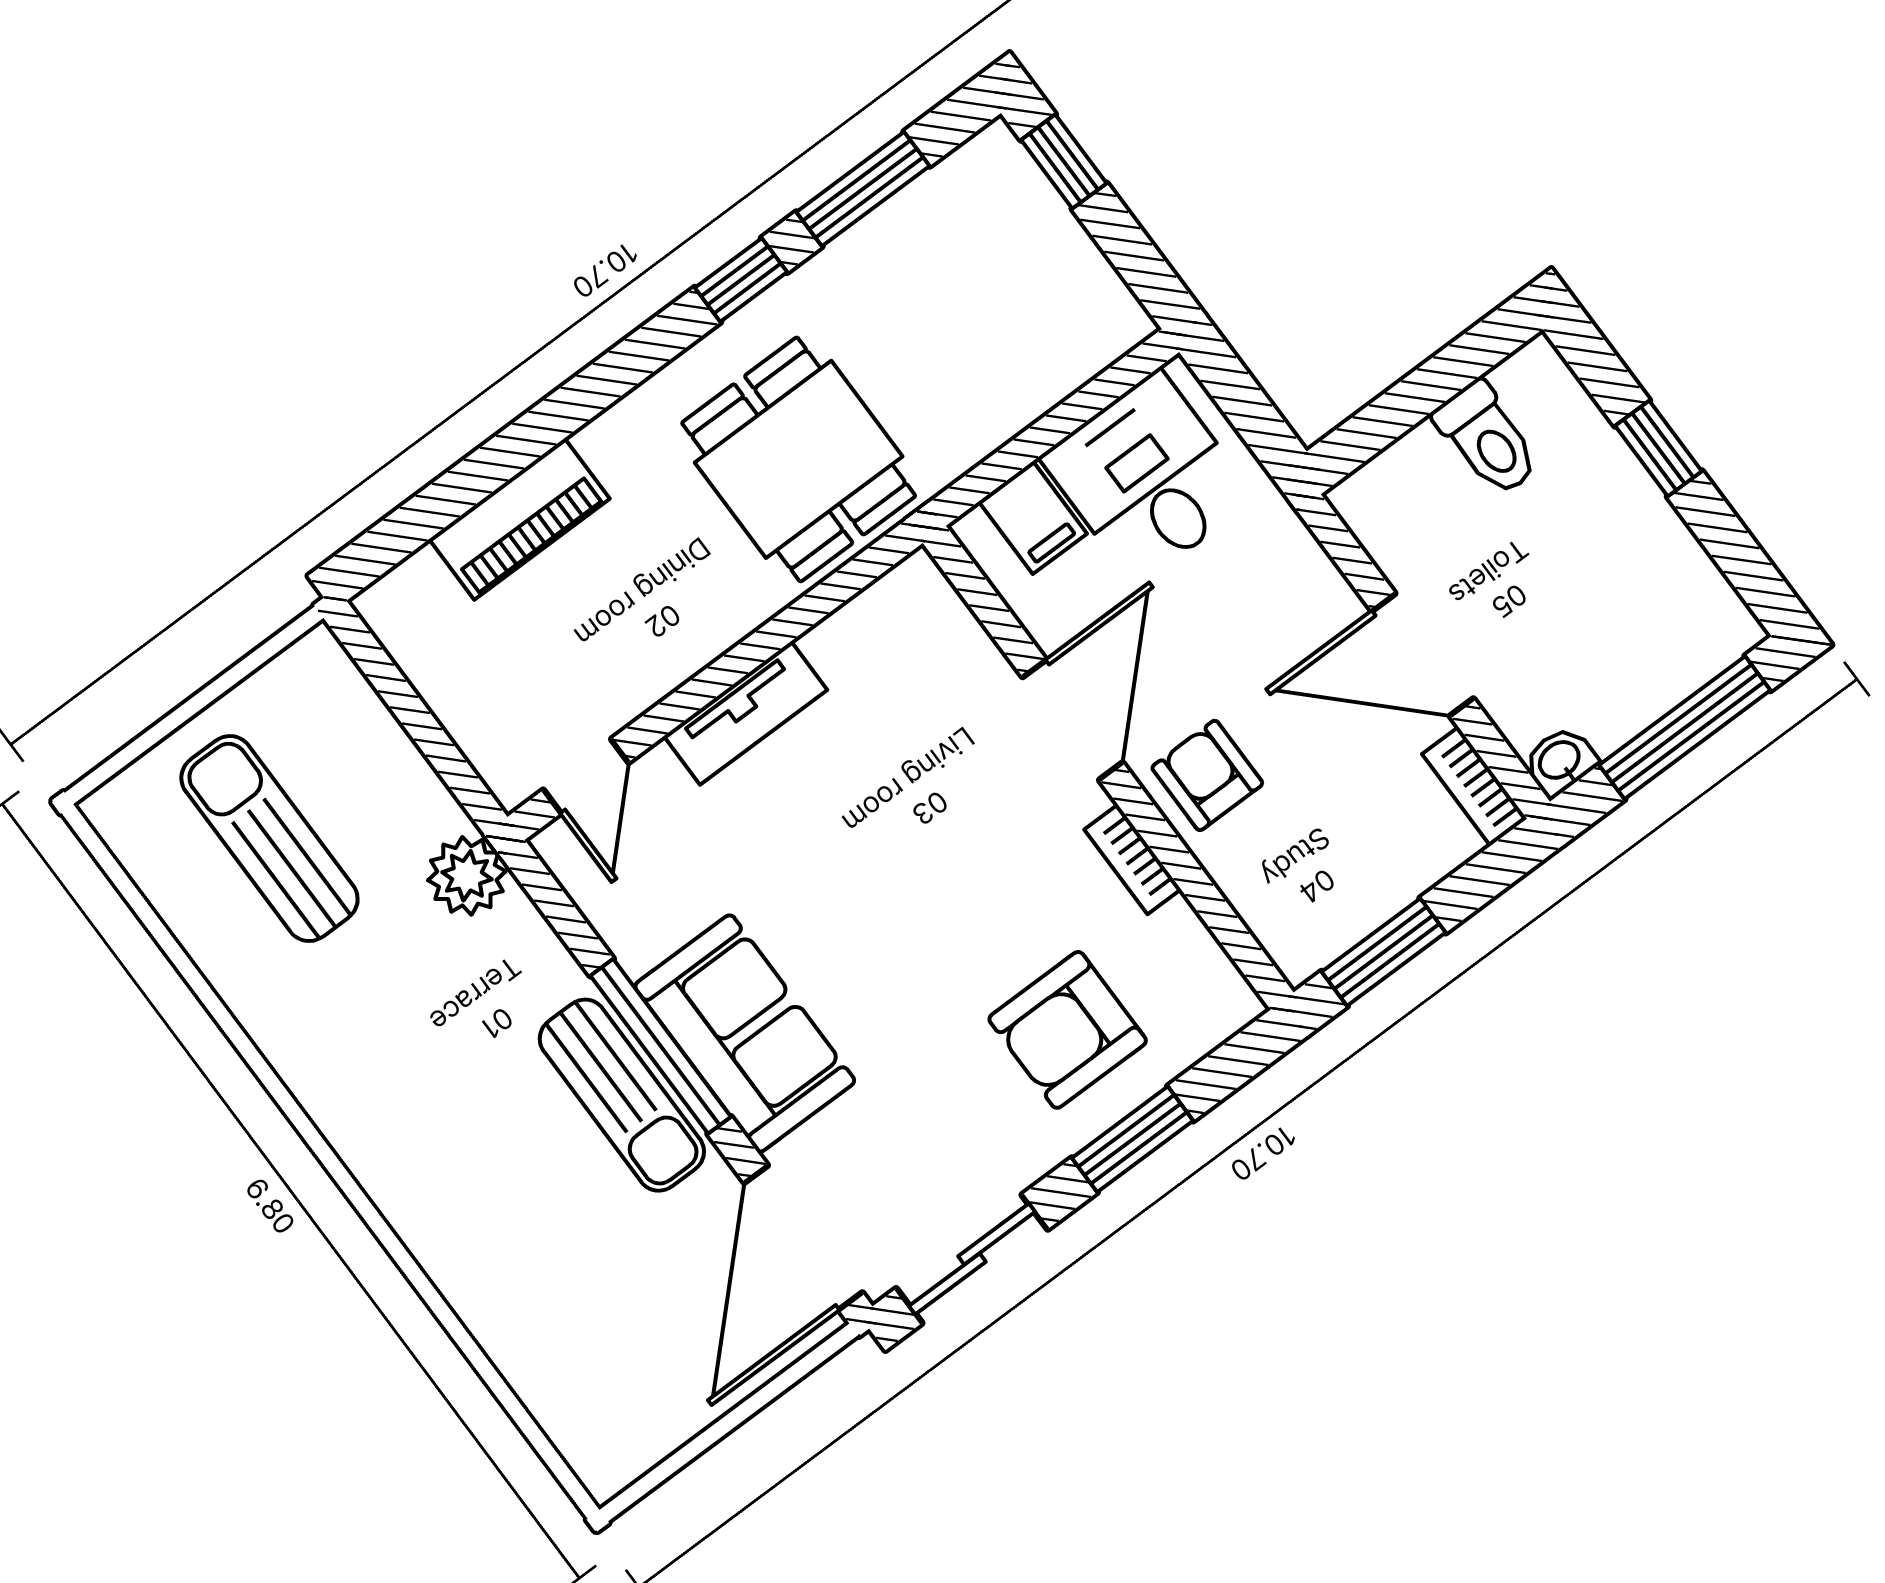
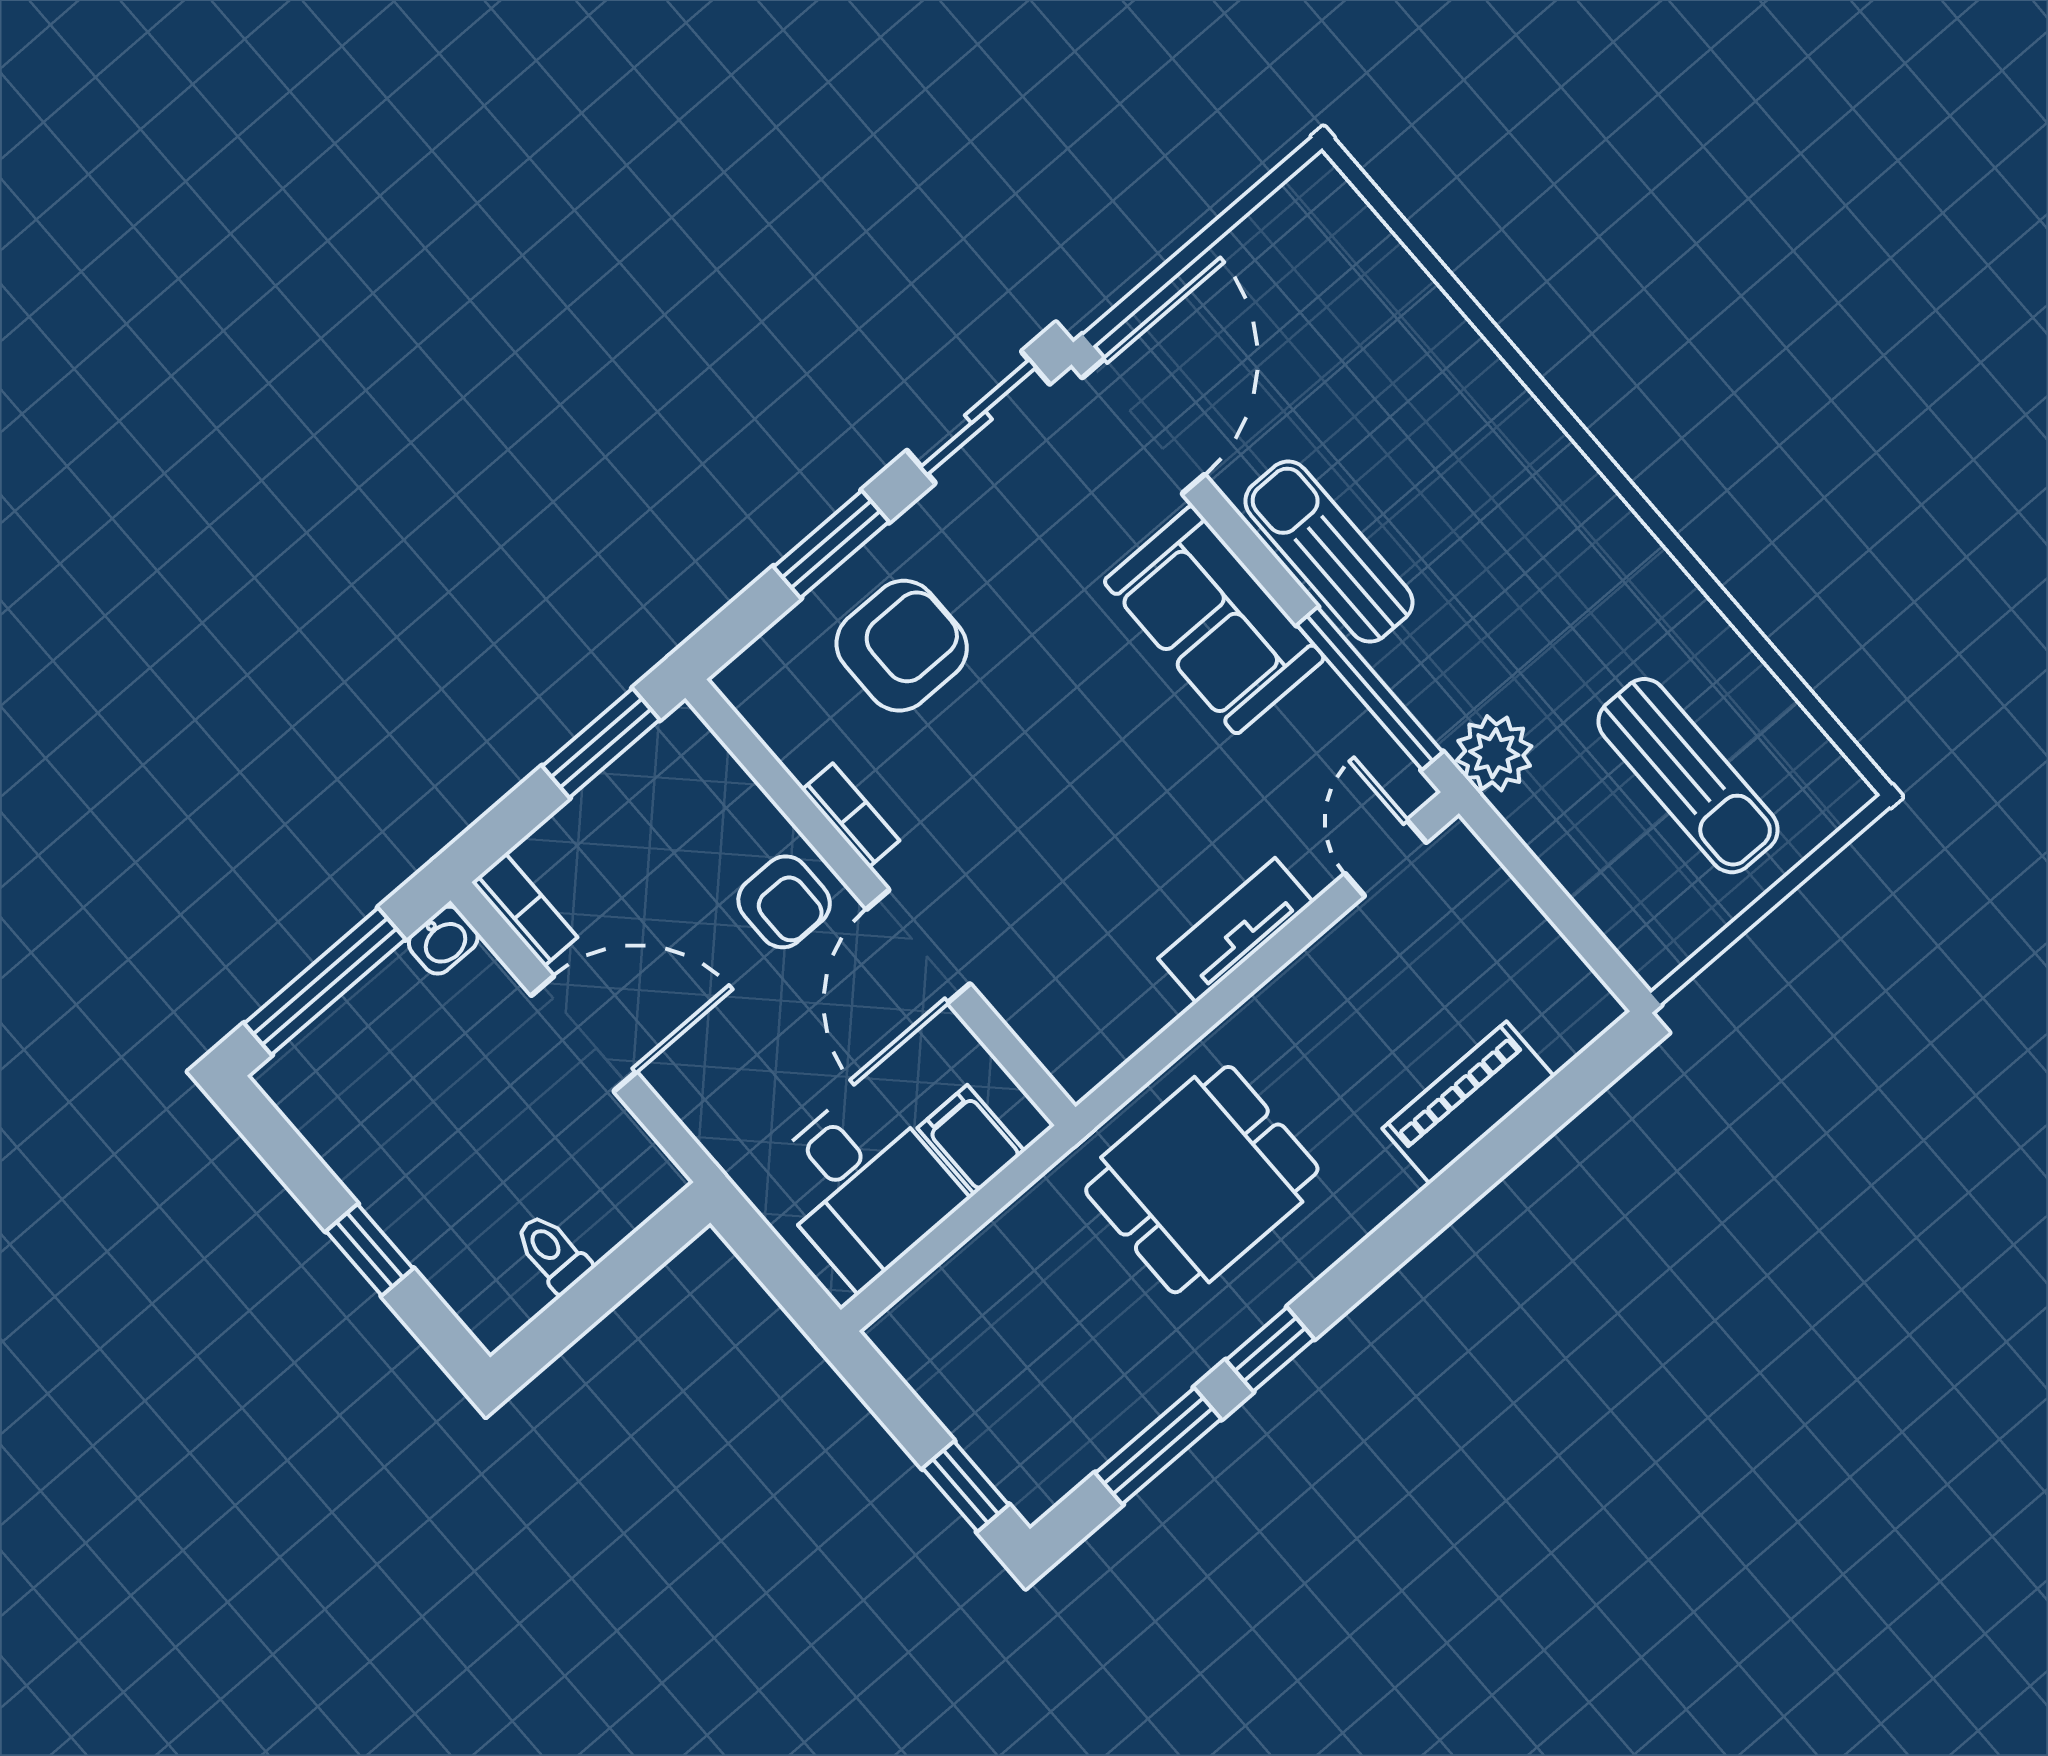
toilet: (1487, 439) -> (553, 1253), width x0.73, depth x0.72
dining table: (799, 459) -> (1202, 1180), turned 90
window: (661, 1046) -> (1370, 689), moved

